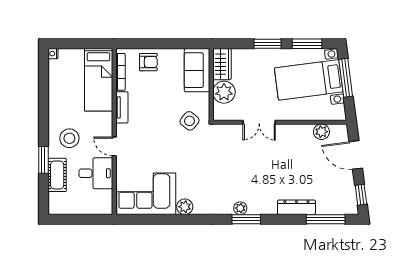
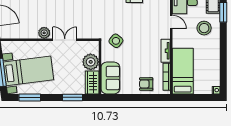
window: (268, 44) -> (72, 97), moved
plant: (321, 132) -> (44, 33), moved

